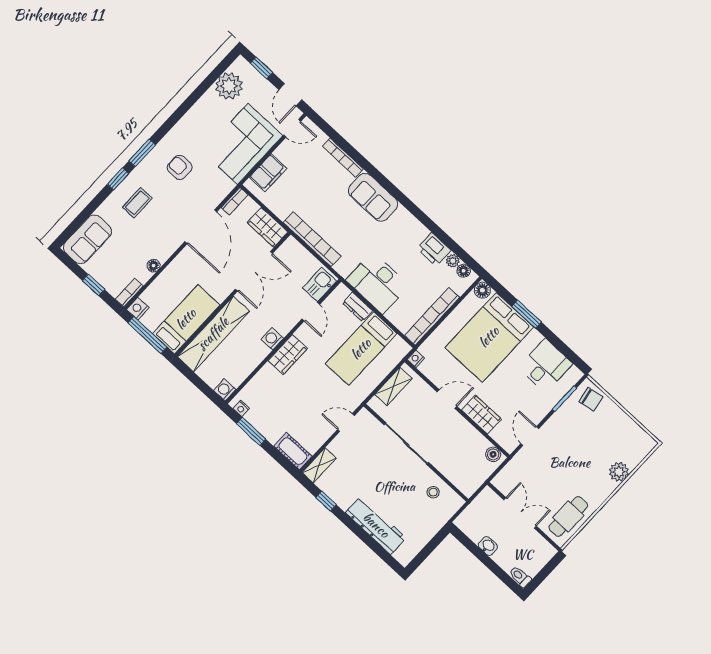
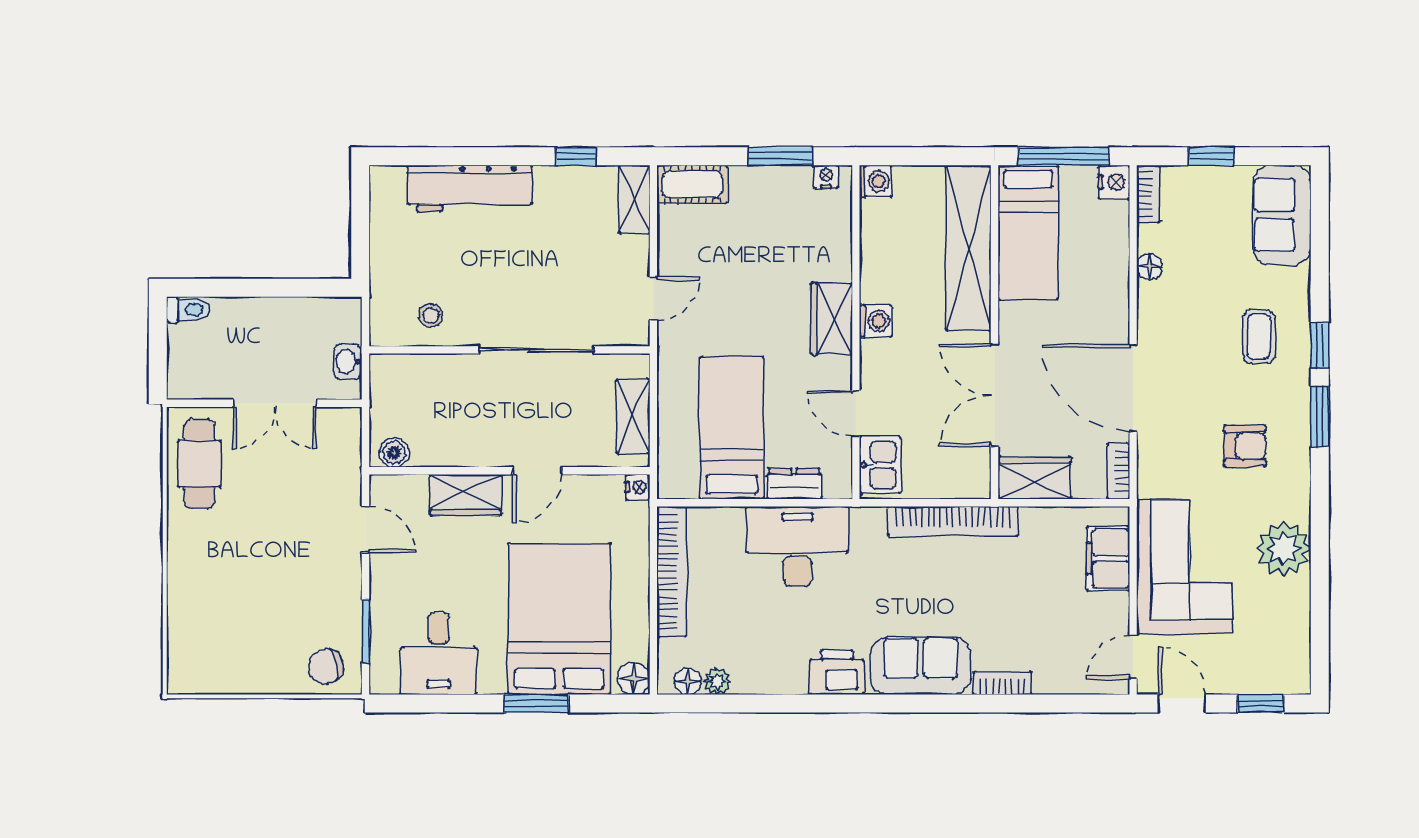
plant: (229, 86) -> (1284, 549), moved
bookcase: (343, 158) -> (1002, 683), width x0.64
printer: (434, 249) -> (837, 672), moved
plant: (619, 472) -> (186, 598), removed
washbasin: (488, 546) -> (348, 362), moved, turned 90

